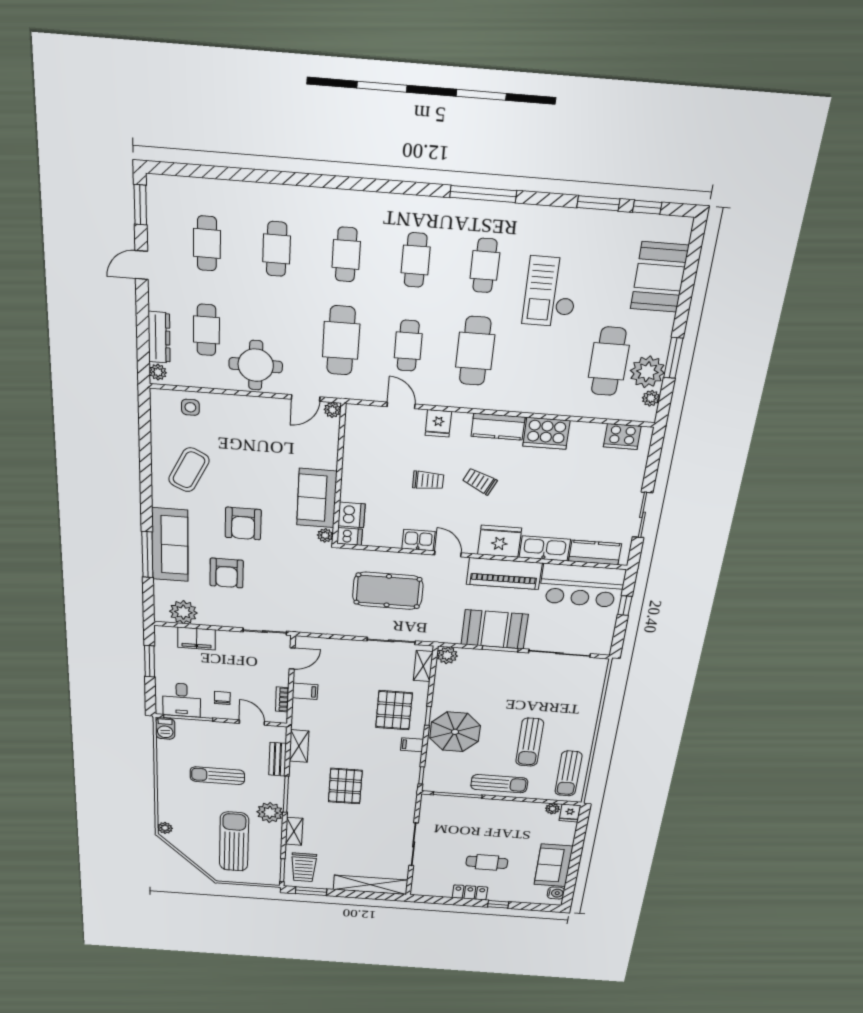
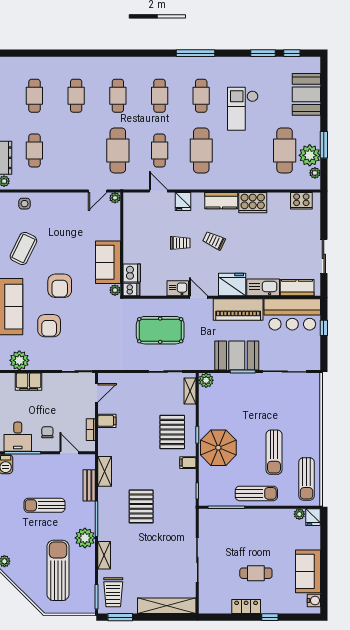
round table: (256, 365) -> (65, 171), removed

